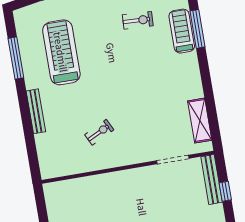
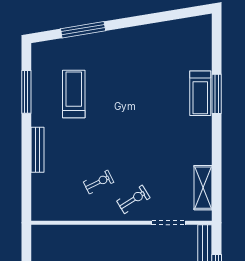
exercise bike: (138, 20) -> (133, 199), moved, turned -35
treadmill: (182, 31) -> (200, 93), turned 180
treadmill: (61, 52) -> (74, 94), width x0.73, depth x0.73

